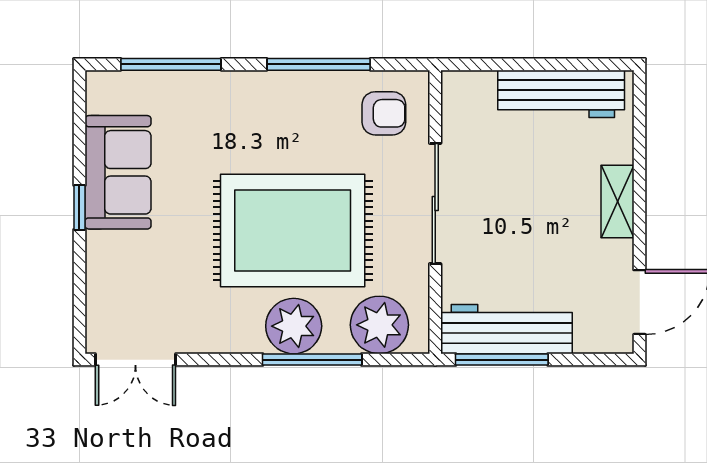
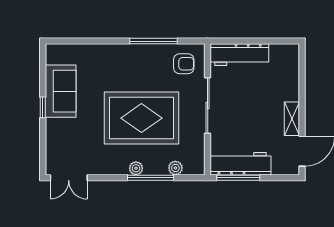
window: (171, 64) -> (85, 41), removed
workbench: (561, 94) -> (239, 55), moved
shelving: (617, 201) -> (292, 119), moved
plant: (379, 325) -> (175, 168), width x0.53, depth x0.53
plant: (294, 326) -> (136, 168), width x0.53, depth x0.53

